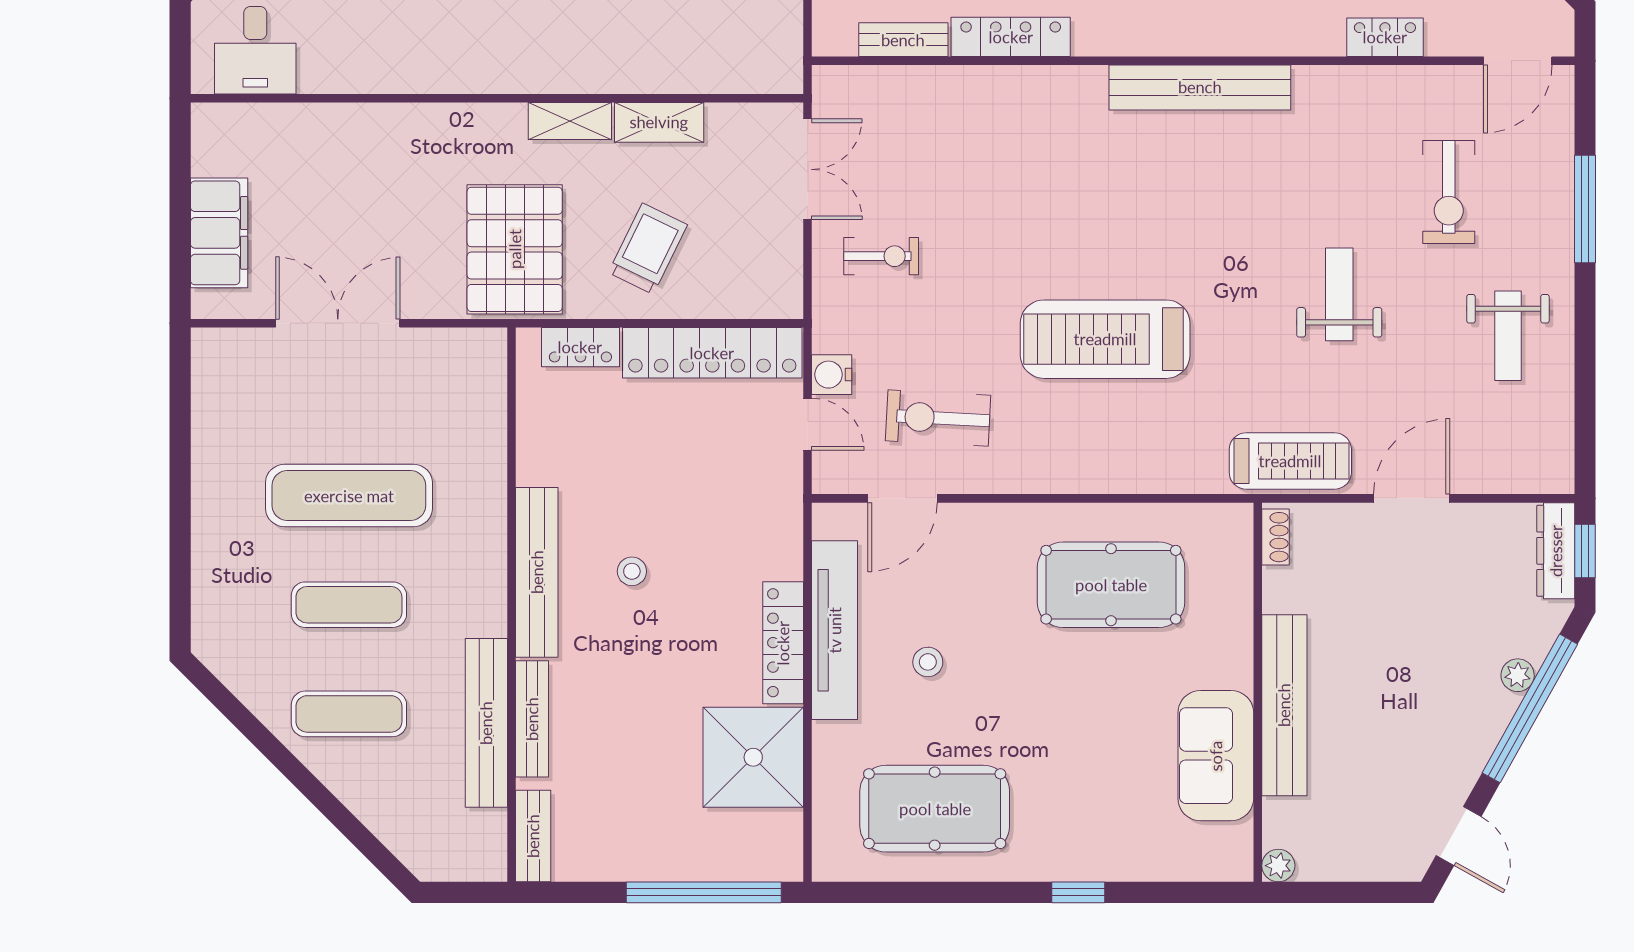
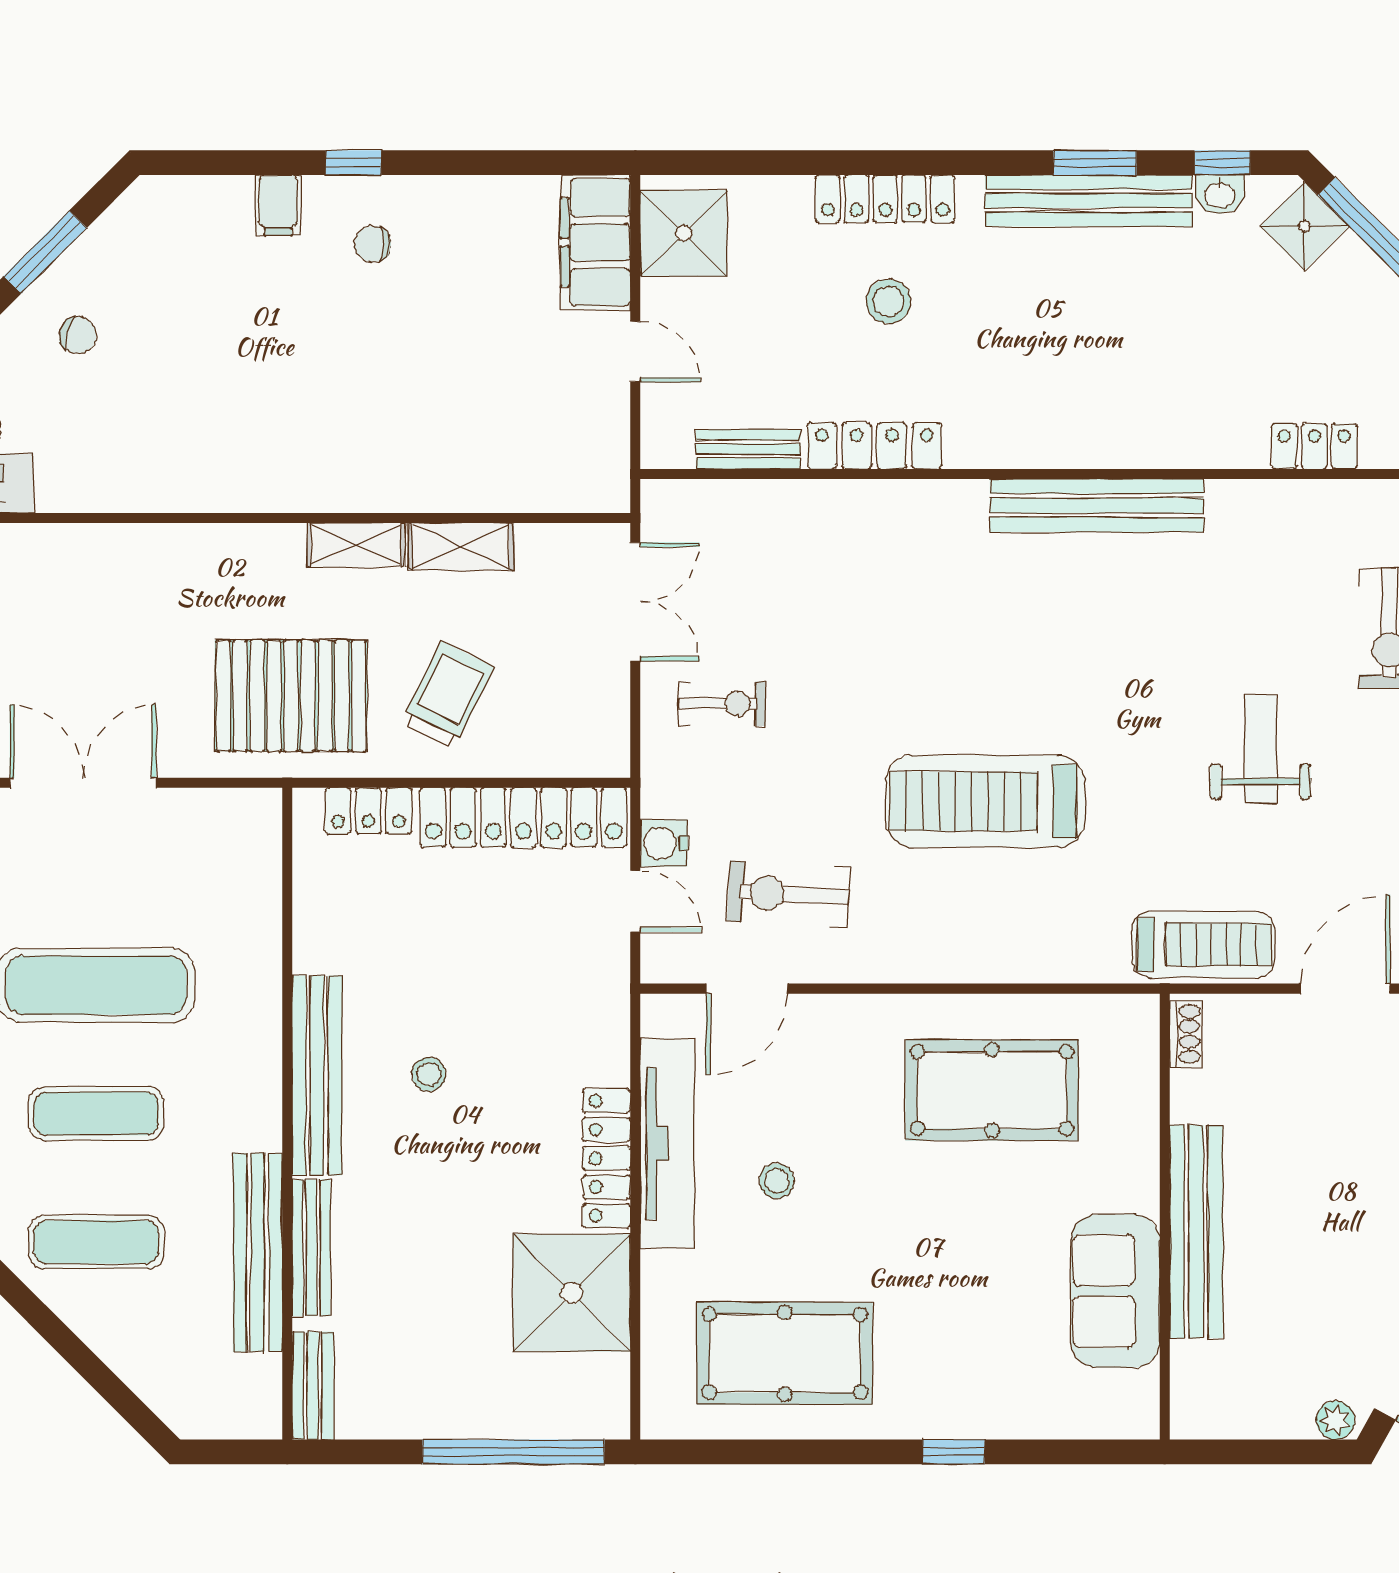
pallet: (515, 249) -> (291, 696), turned 90
plant: (1278, 866) -> (1335, 1420), moved

